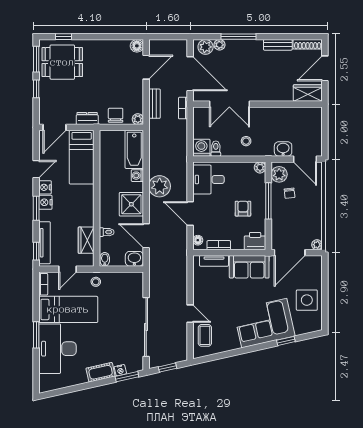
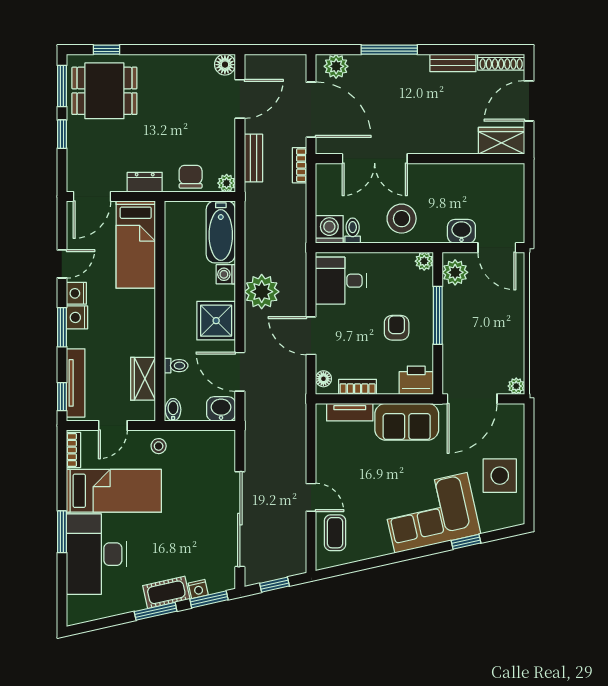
plant: (220, 45) -> (359, 63), removed
stool: (246, 141) -> (402, 219), width x1.89, depth x1.89
chair: (290, 193) -> (472, 303), removed
window: (94, 384) -> (156, 611), added

